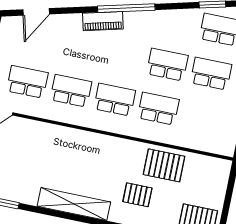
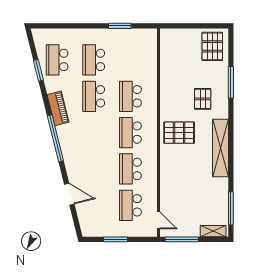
door: (36, 12) -> (69, 194), moved
piano: (103, 21) -> (58, 108), moved
pallet: (164, 165) -> (179, 133), moved, turned 90

